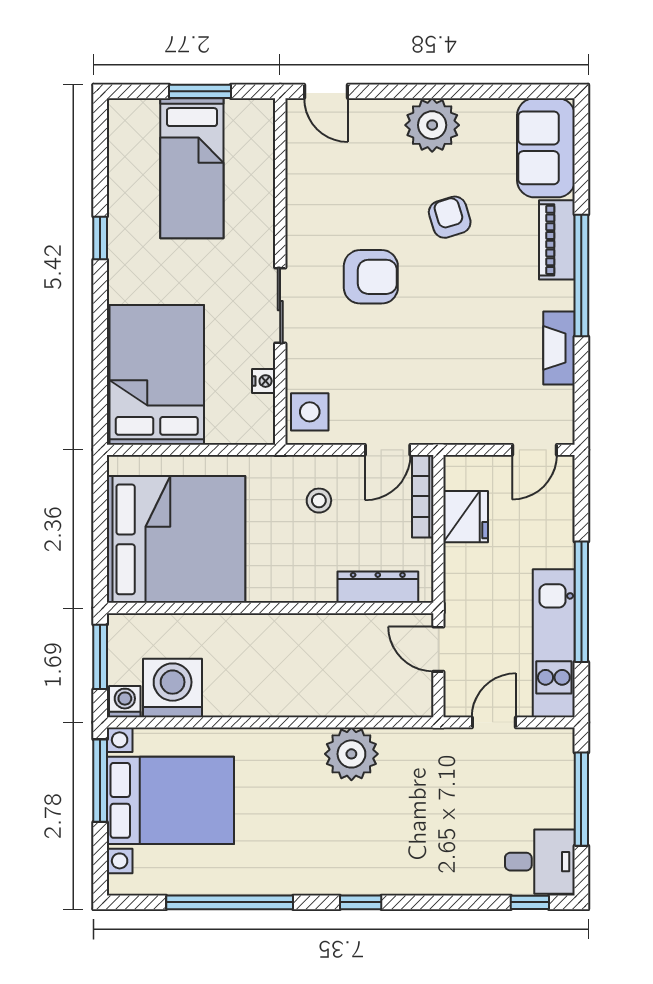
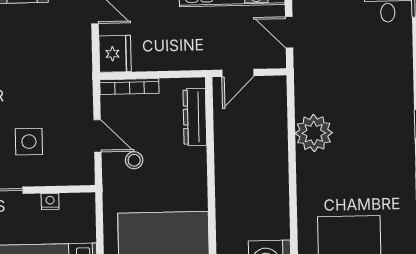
side table: (310, 412) -> (29, 142), moved
door: (388, 450) -> (97, 136), moved
fridge: (466, 517) -> (115, 54), moved, turned 90

